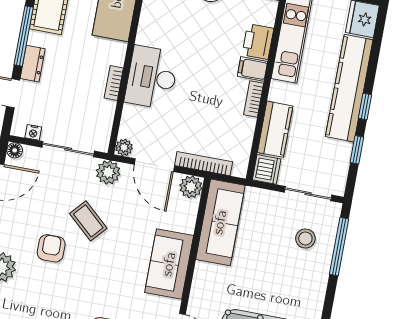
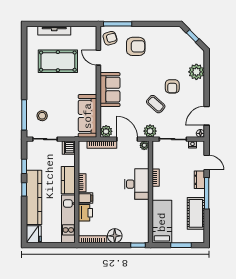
kitchen counter: (275, 129) -> (68, 180), moved

